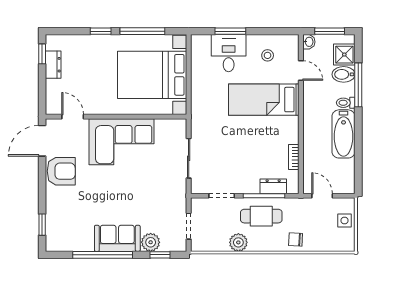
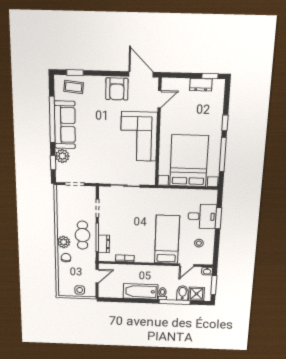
coffee table: (60, 227) -> (74, 87), added
sofa: (117, 238) -> (65, 125), width x1.36
plant: (238, 242) -> (64, 242), moved

